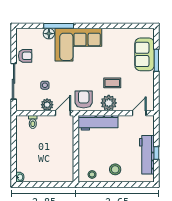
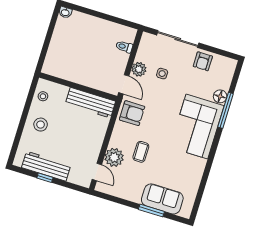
plant: (109, 103) -> (114, 157), moved
workbench: (98, 123) -> (90, 103), moved, turned -90

